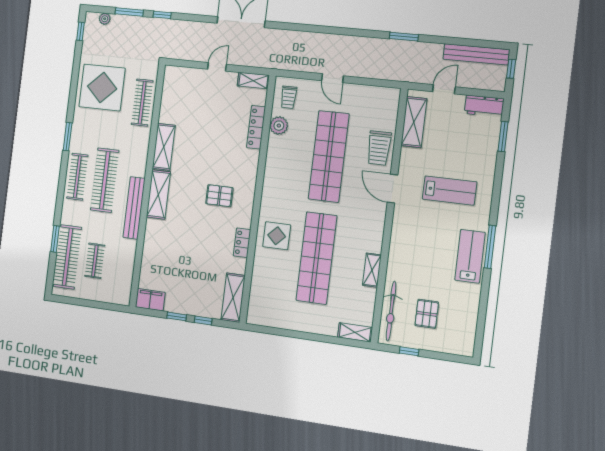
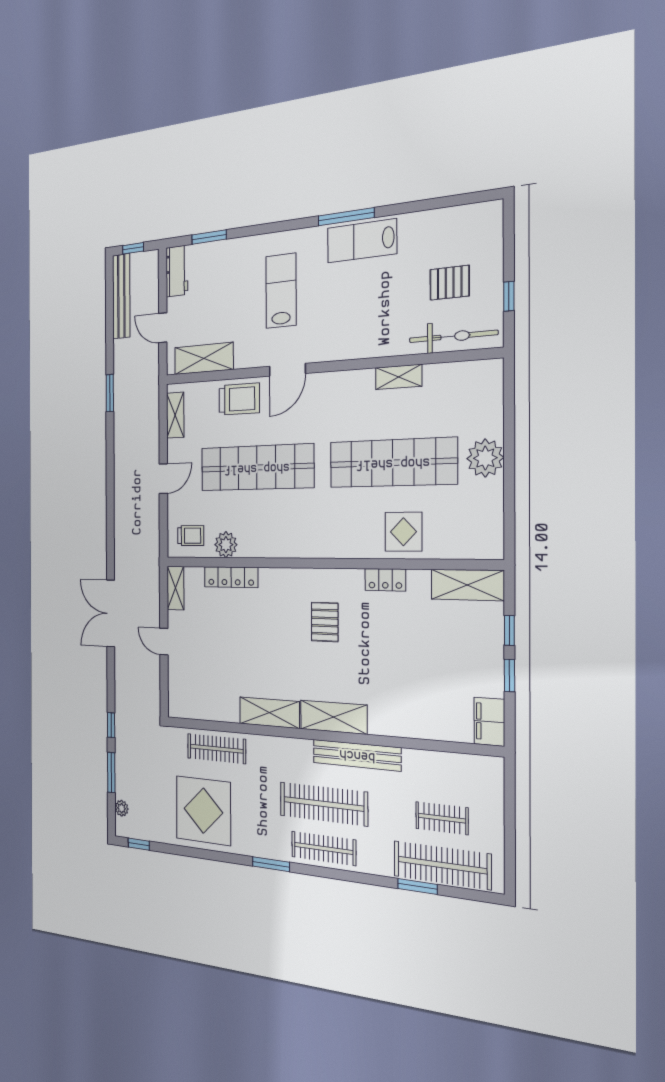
display table: (277, 236) -> (403, 532), moved
plant: (310, 321) -> (485, 458), added
shelving: (355, 332) -> (175, 415), moved

